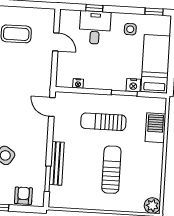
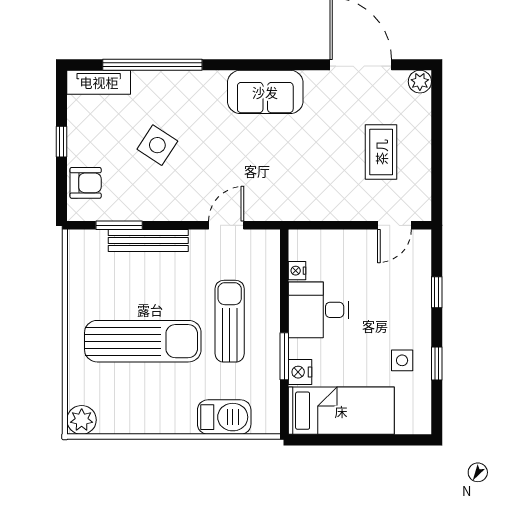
window: (154, 12) -> (437, 363), moved
desk: (95, 28) -> (318, 310), moved, turned 180
door: (56, 42) -> (394, 225), moved
door: (52, 107) -> (226, 225), moved
sun lounger: (111, 170) -> (143, 341), width x1.36, depth x1.34

